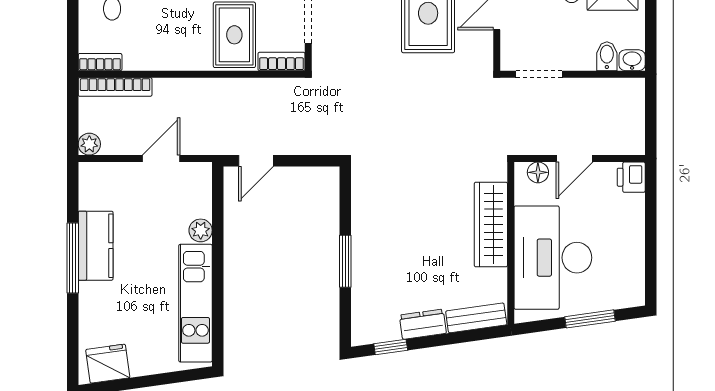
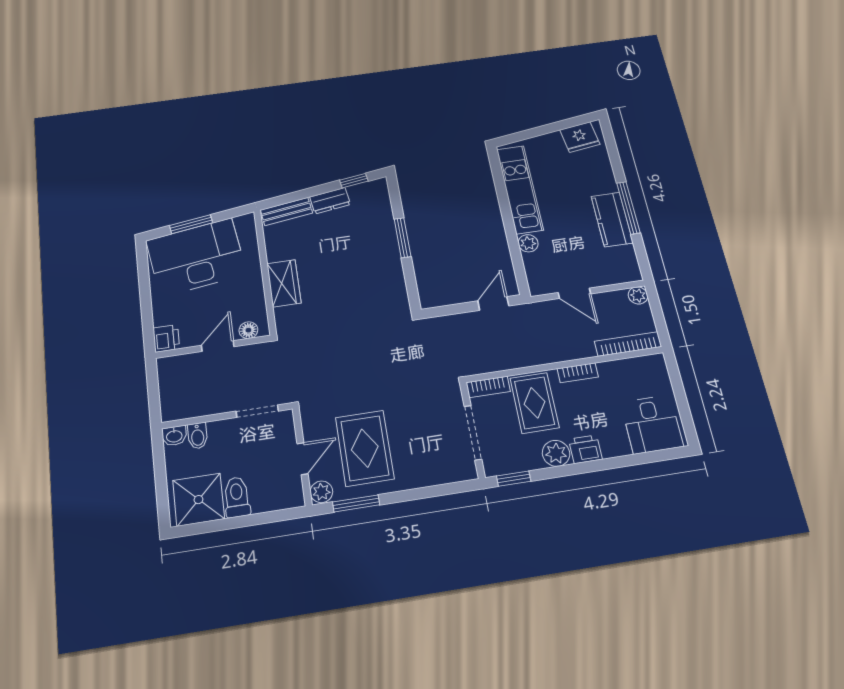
bookcase: (100, 62) -> (578, 373), moved
door: (161, 159) -> (574, 293), hinge flipped
wardrobe: (491, 225) -> (284, 283), width x0.67
desk: (553, 258) -> (196, 257), moved, turned -98

